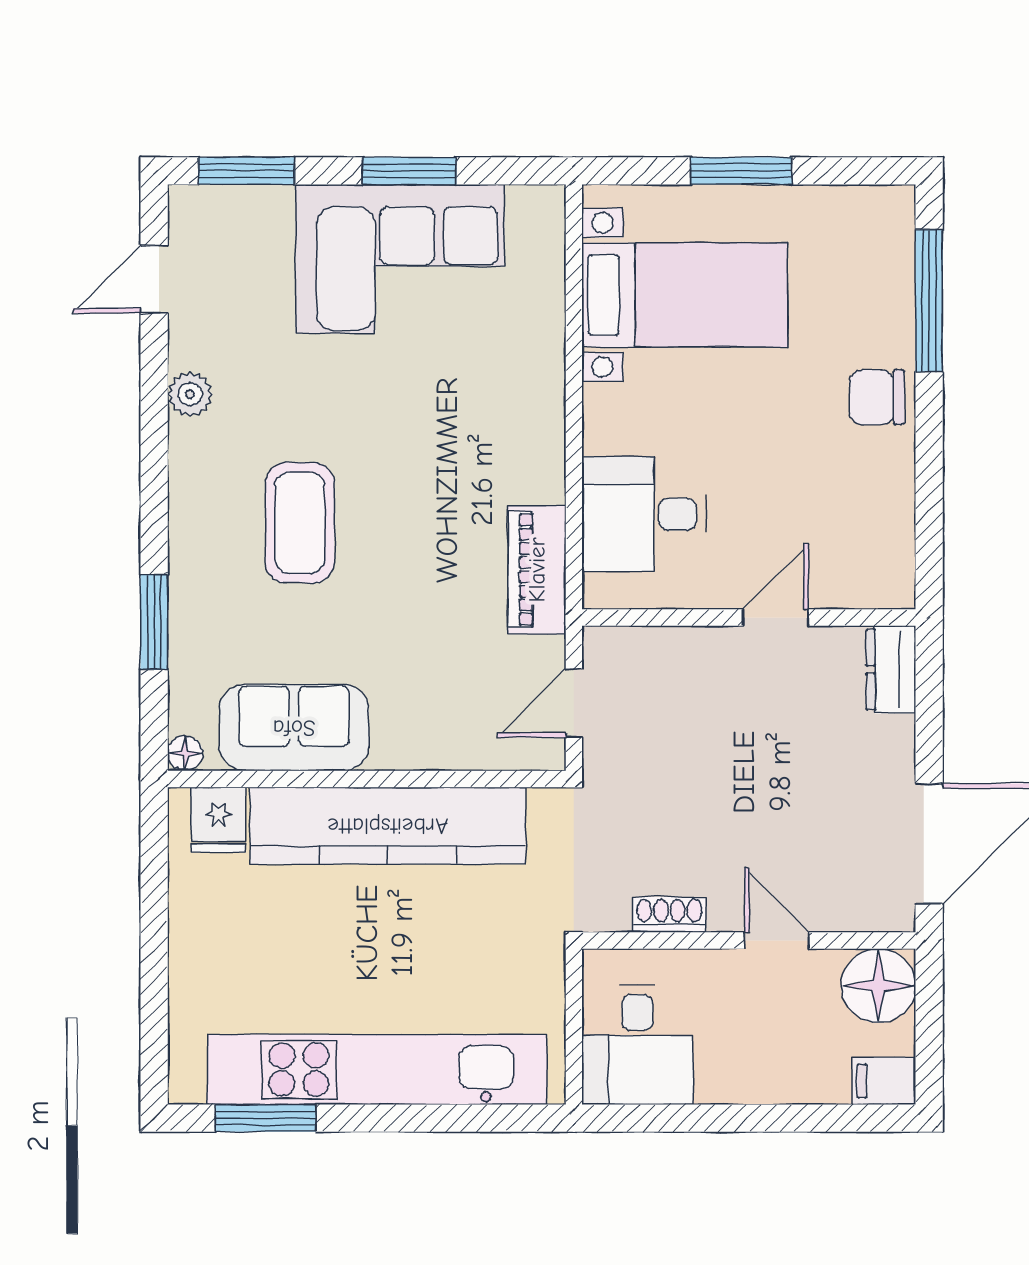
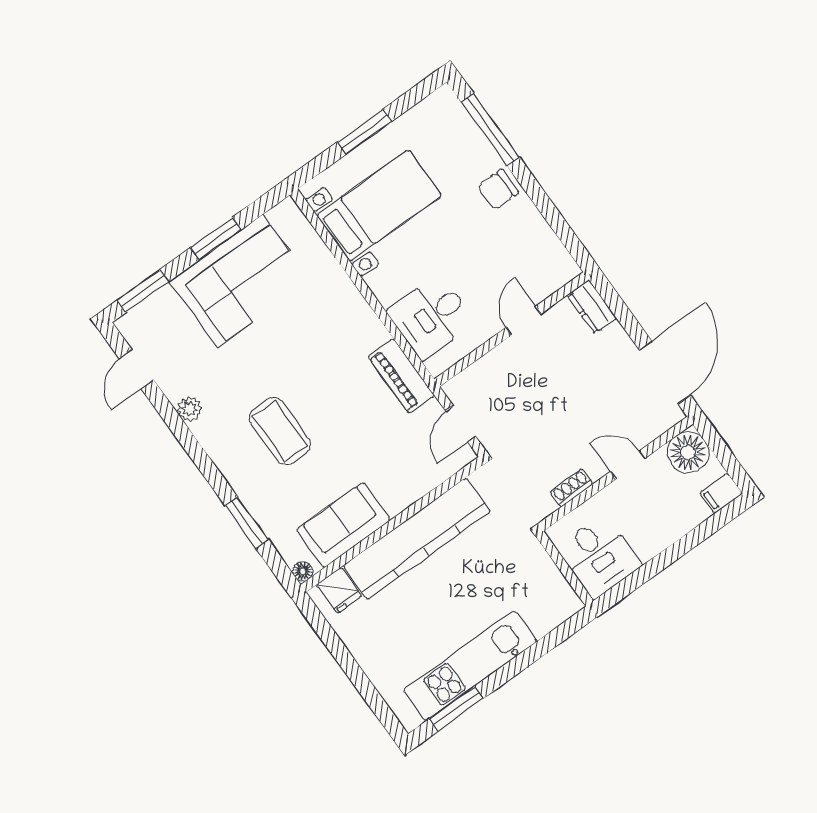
kitchen unit: (377, 1069) -> (470, 666), width x0.73

